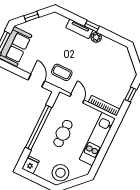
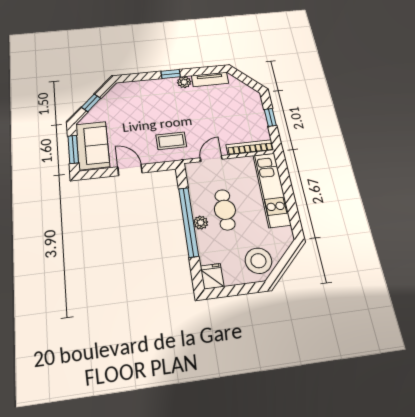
tv unit: (79, 29) -> (210, 79), moved
door: (36, 81) -> (130, 170), moved
door: (77, 98) -> (211, 159), hinge flipped
plant: (45, 132) -> (201, 223), added

